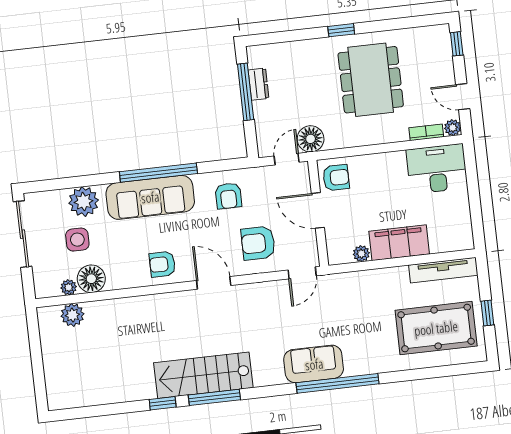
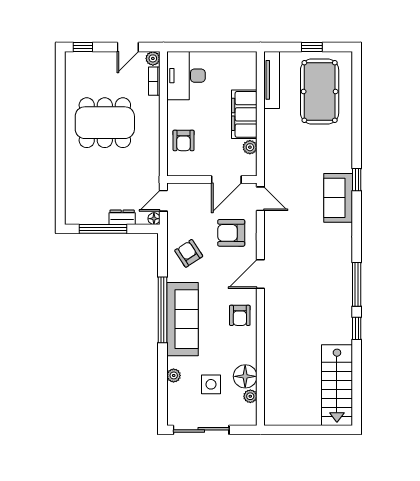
window: (341, 30) -> (60, 143), removed
dresser: (259, 84) -> (122, 217), moved
floor lamp: (311, 139) -> (154, 219), moved, width x0.53, depth x0.53
door: (287, 159) -> (163, 201), hinge flipped
armchair: (336, 178) -> (184, 140), moved, turned 180
armchair: (228, 196) -> (189, 253), turned -123
plant: (84, 202) -> (174, 375), width x0.53, depth x0.53
door: (318, 210) -> (226, 180), moved
armchair: (258, 243) -> (231, 233), turned 90
plant: (72, 315) -> (274, 396), removed
stairs: (203, 375) -> (337, 385), moved
window: (337, 383) -> (357, 180), width x0.32

